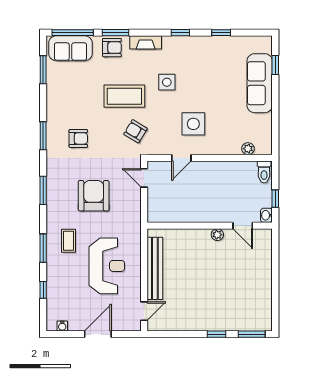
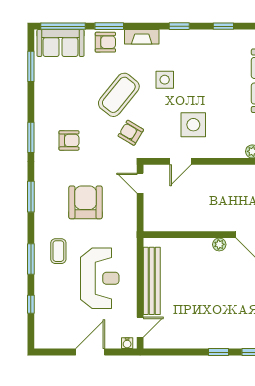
coffee table: (124, 96) -> (119, 95), turned -51
water cooler: (62, 326) -> (127, 343), moved

